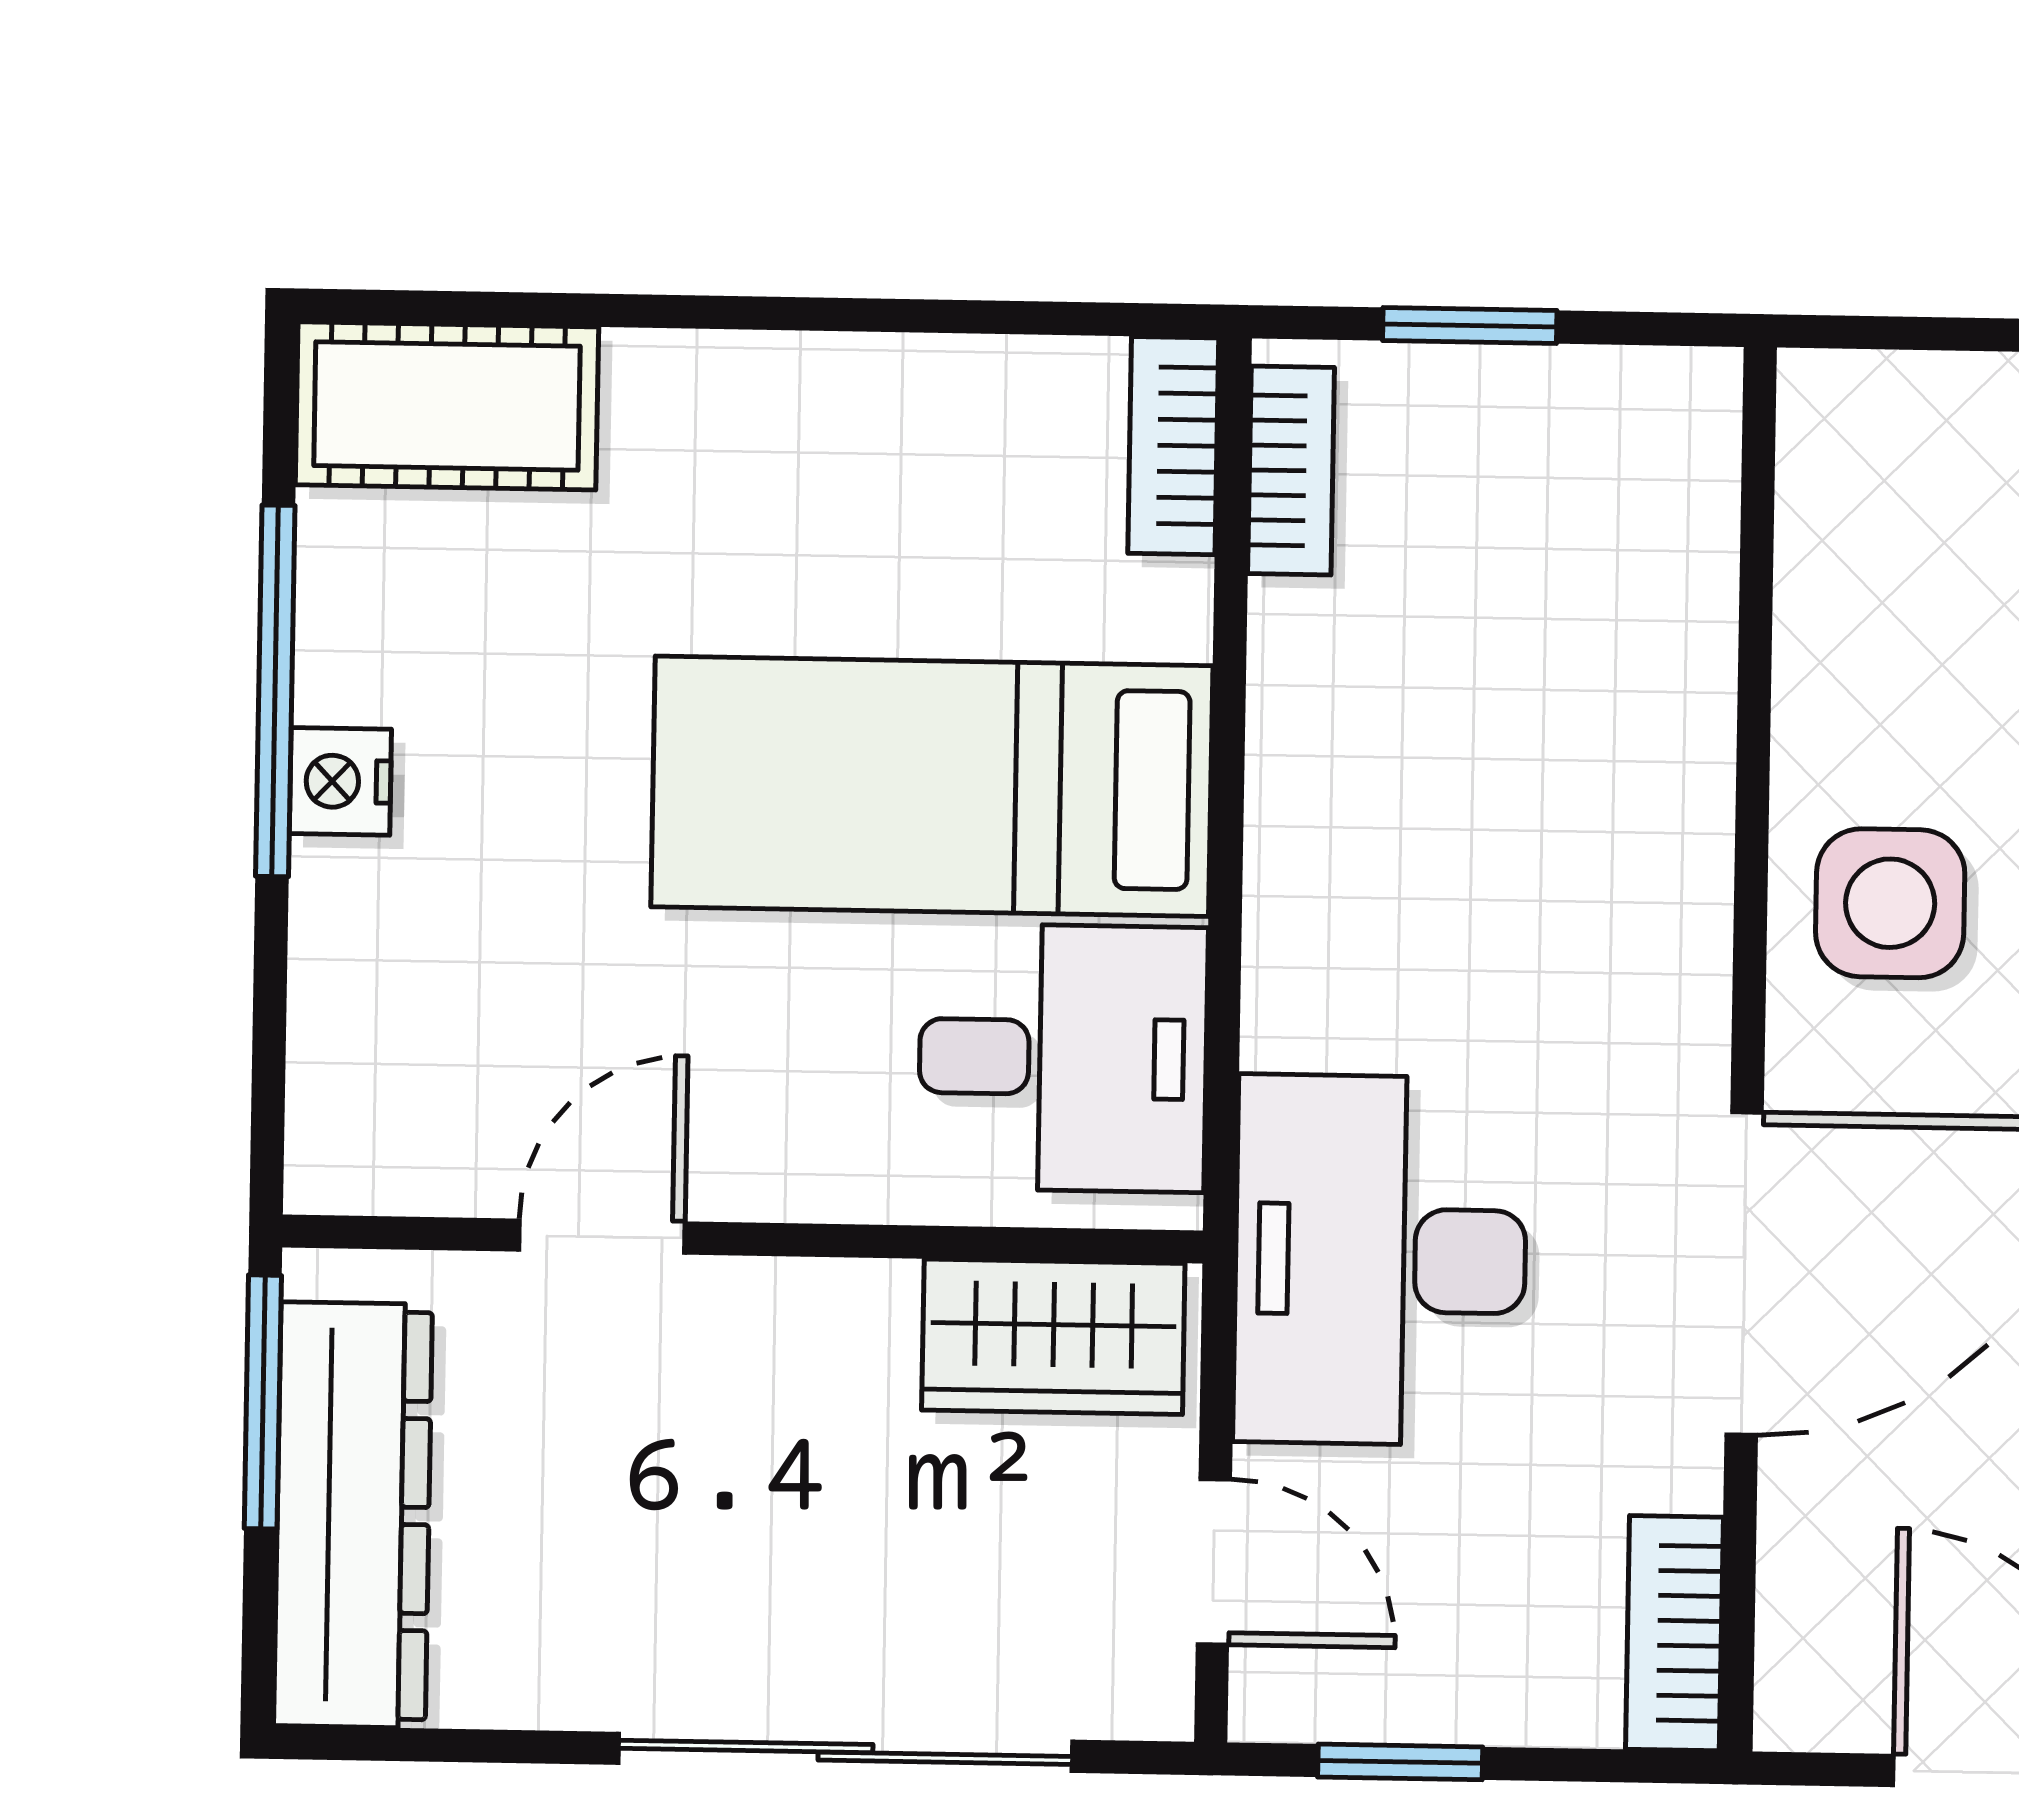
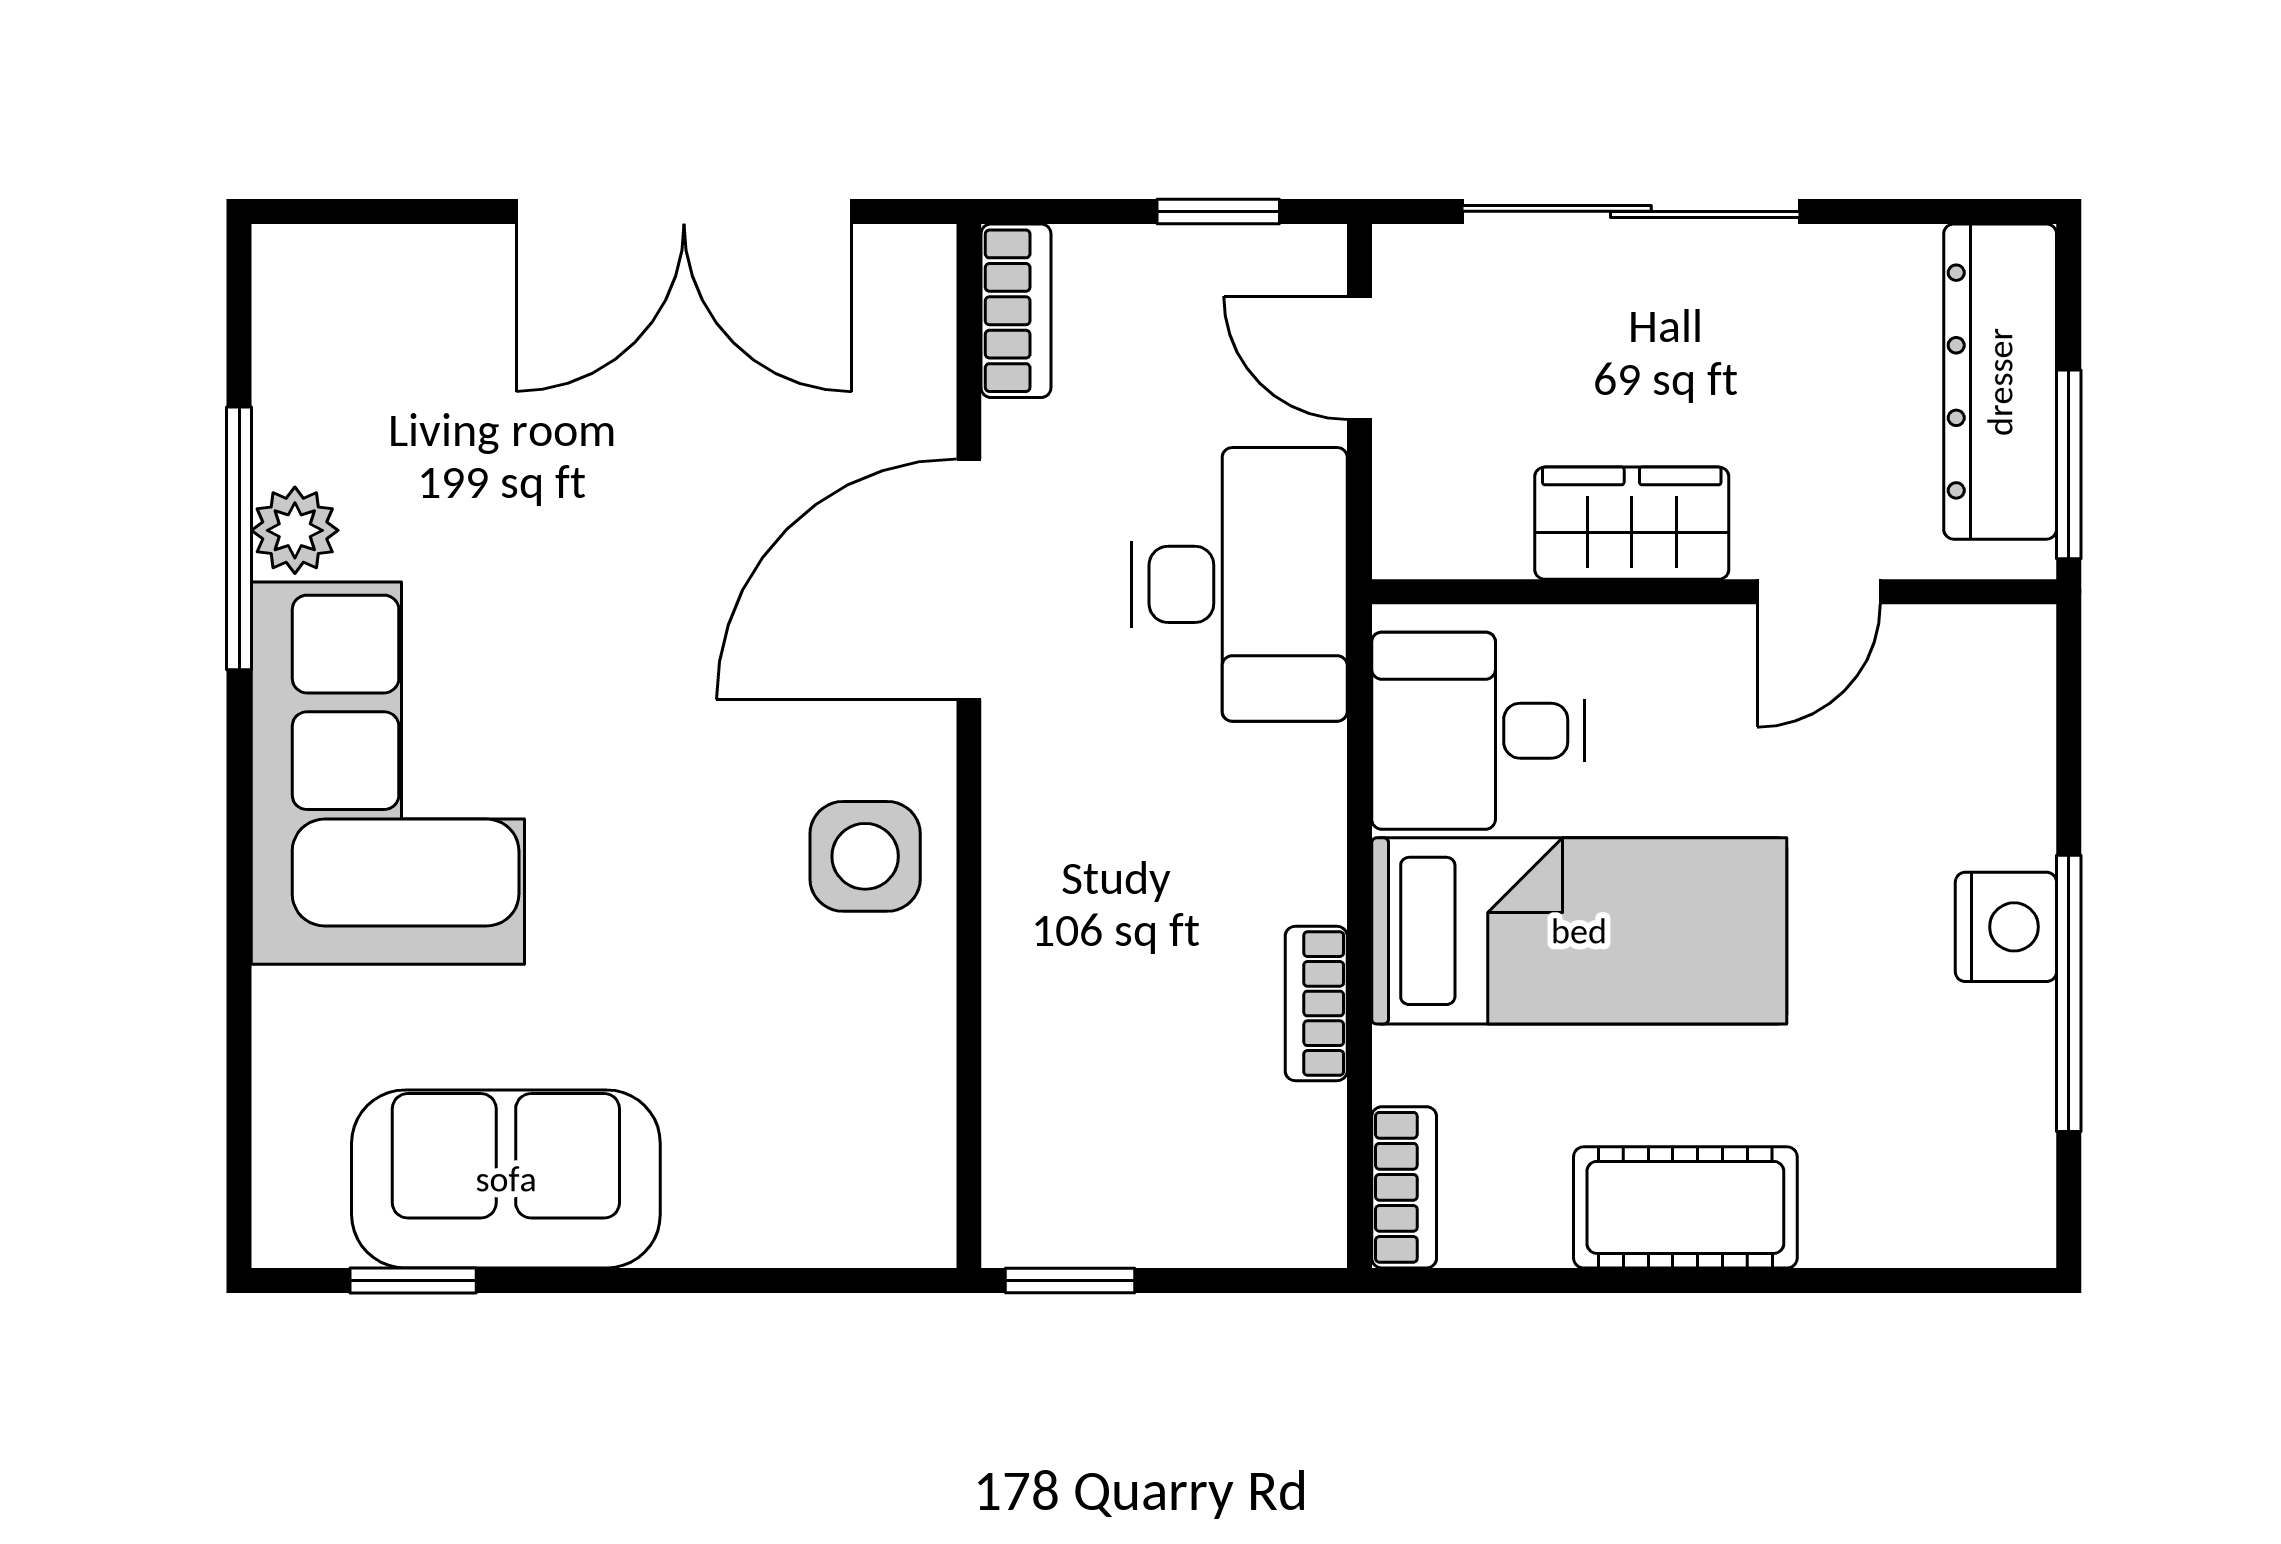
window: (1470, 326) -> (1070, 1280), moved
cot: (447, 406) -> (1685, 1207), moved
bookcase: (1291, 470) -> (1316, 1004), moved
nightstand: (340, 781) -> (2006, 927), width x1.39, depth x1.35
wardrobe: (1053, 1337) -> (1632, 523), moved

